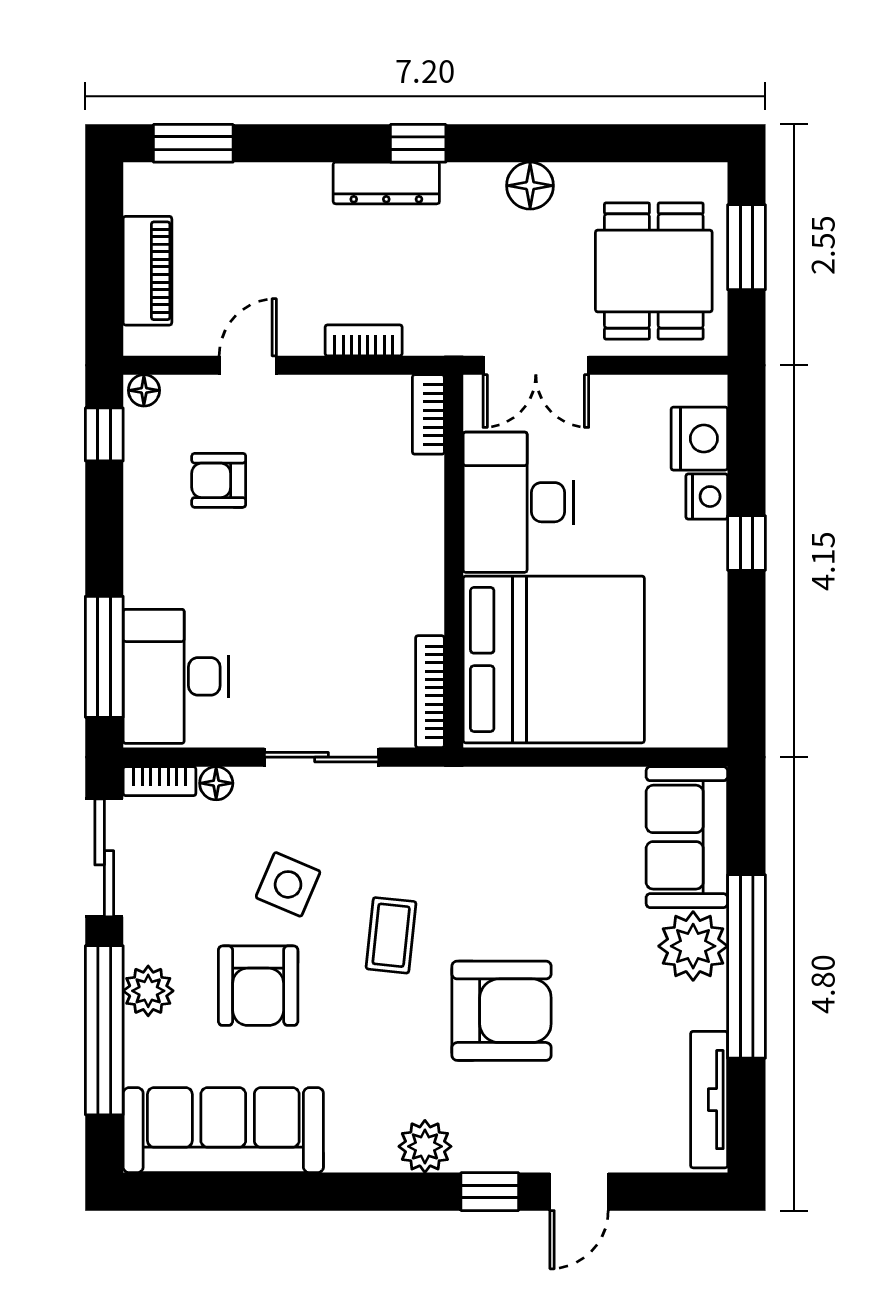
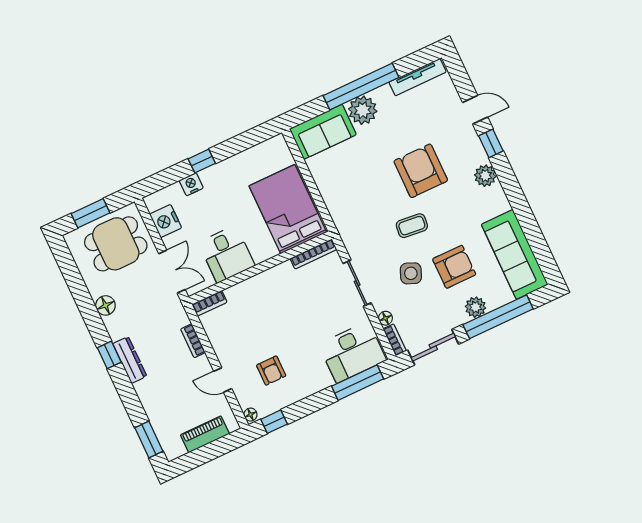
nightstand: (699, 439) -> (166, 221), moved, turned -90
desk: (518, 502) -> (227, 254), width x0.73
bed: (554, 659) -> (288, 209), width x0.73

